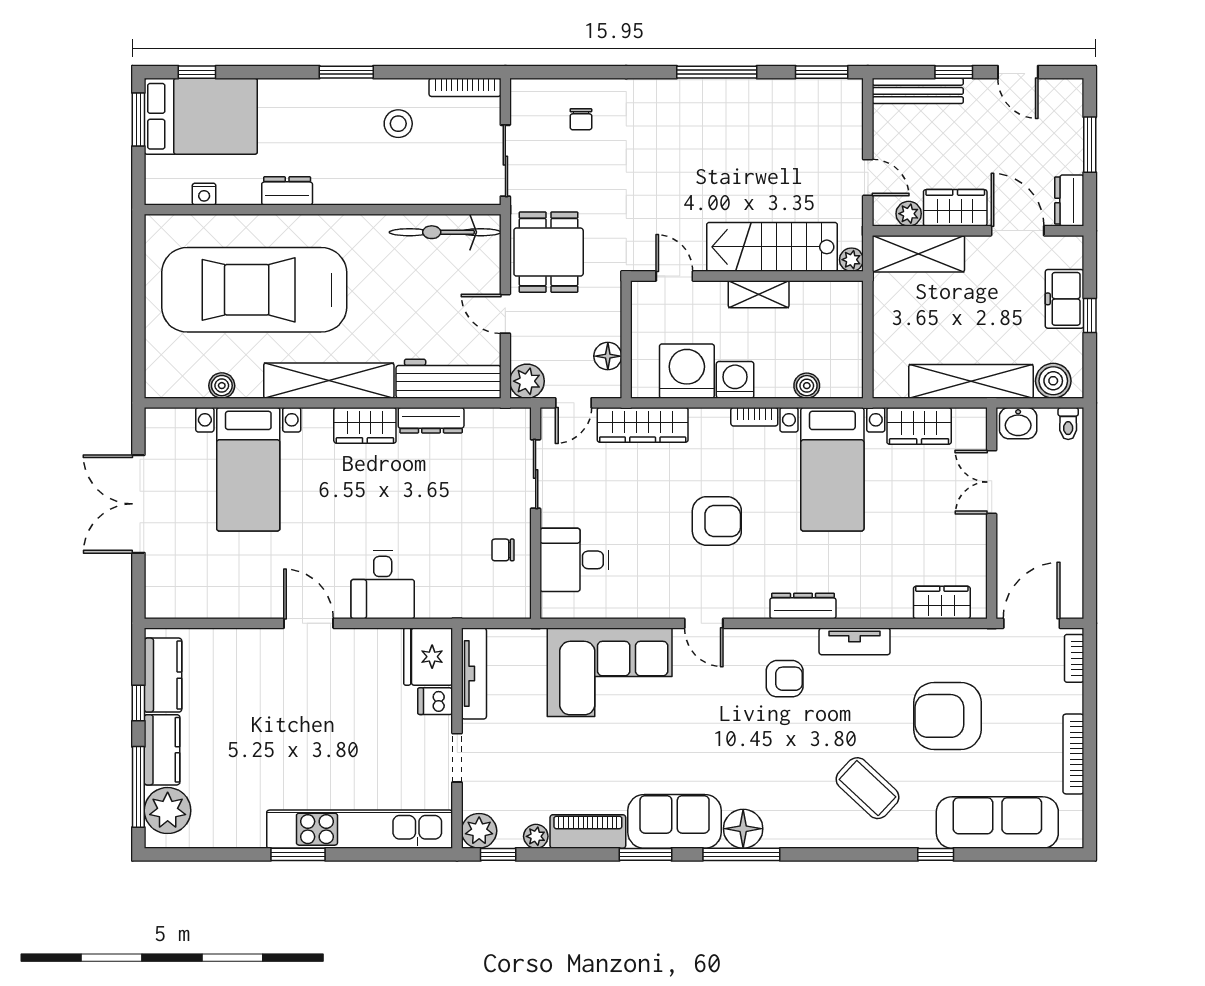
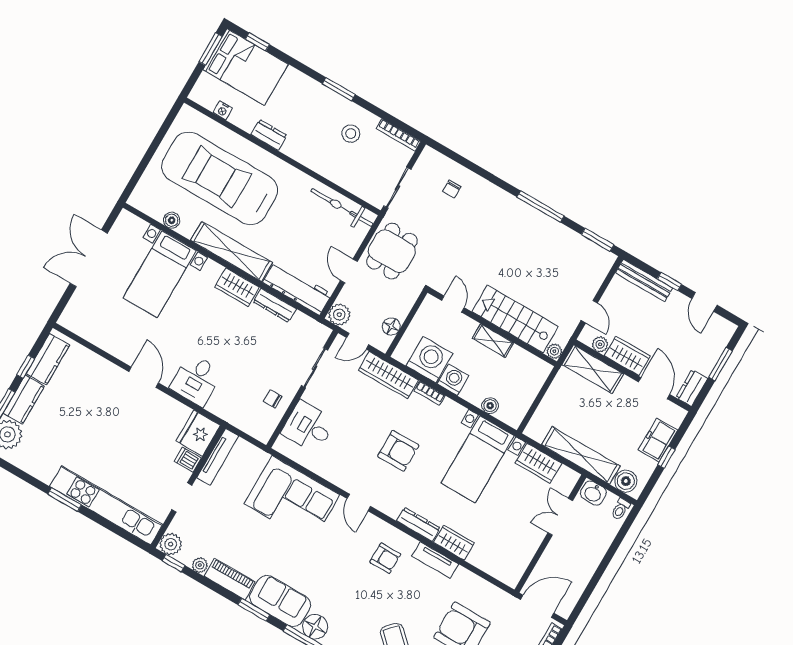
bookcase: (754, 417) -> (430, 393), moved
wardrobe: (942, 602) -> (454, 543), moved

